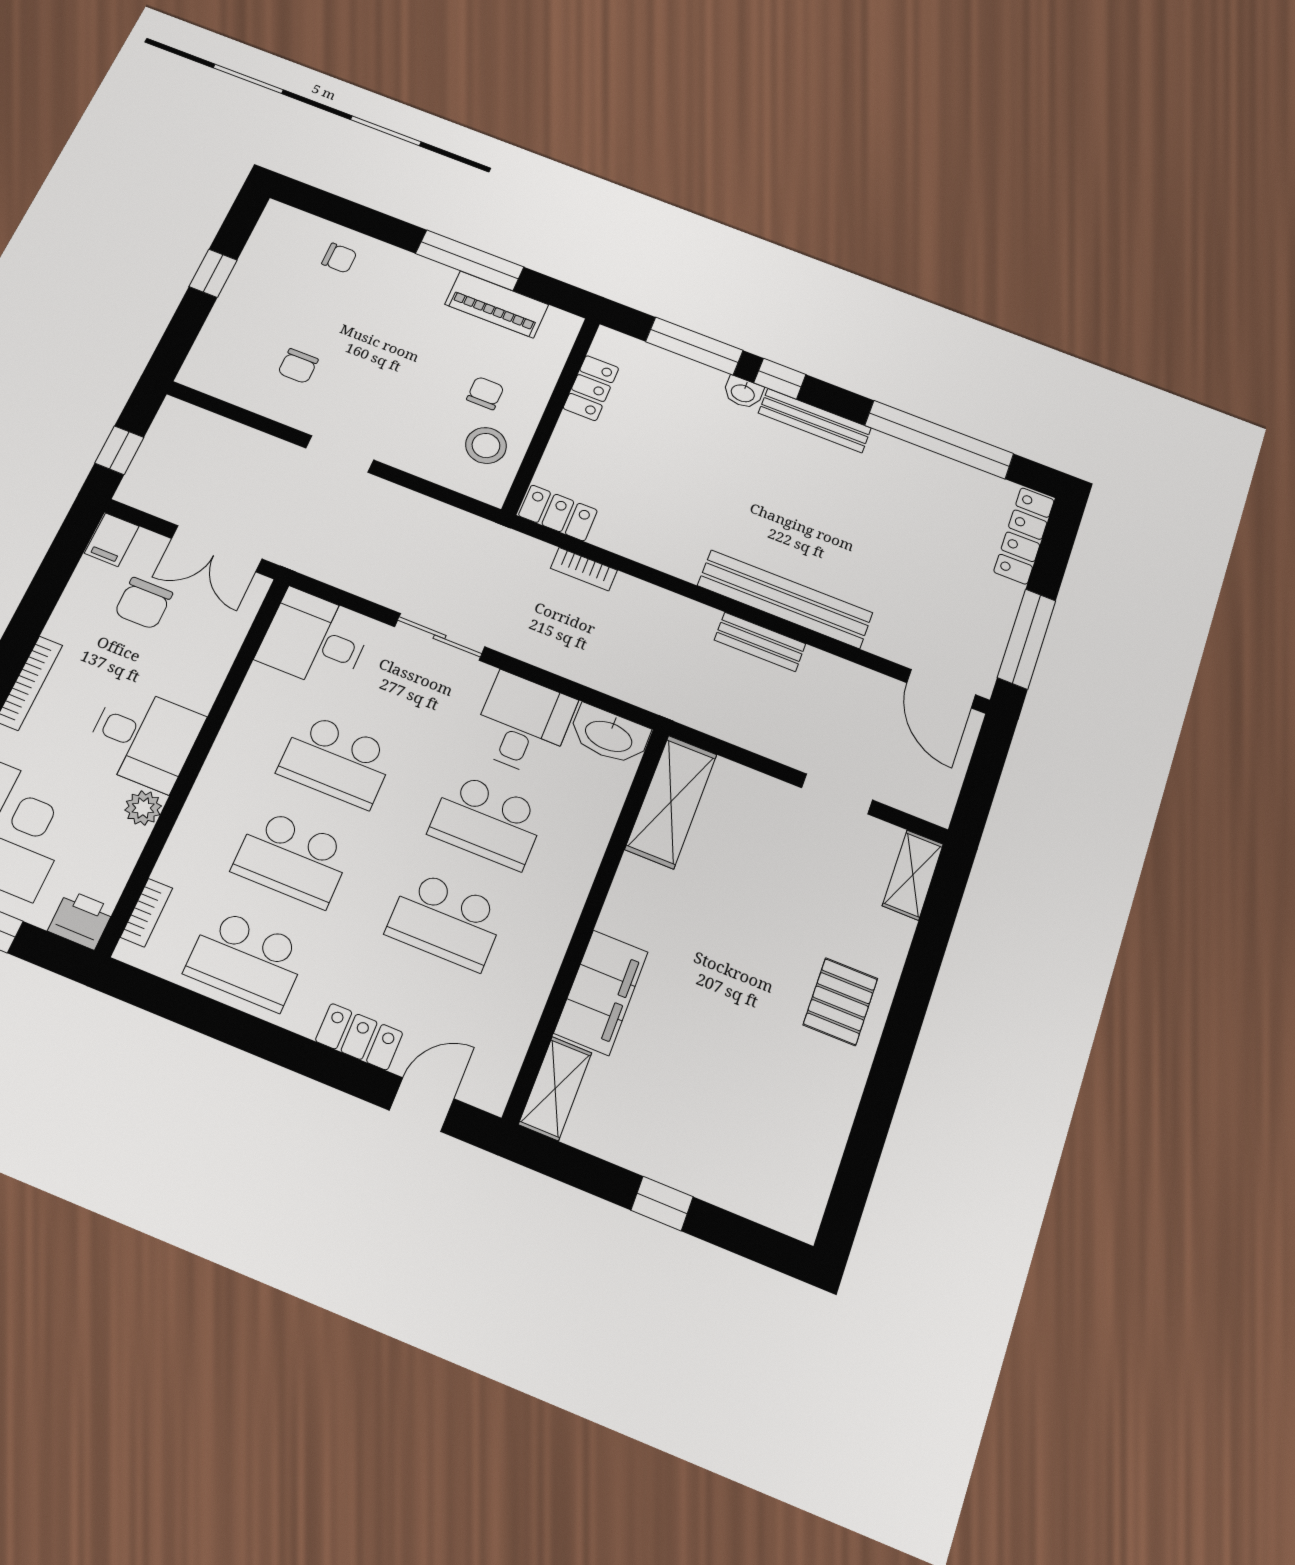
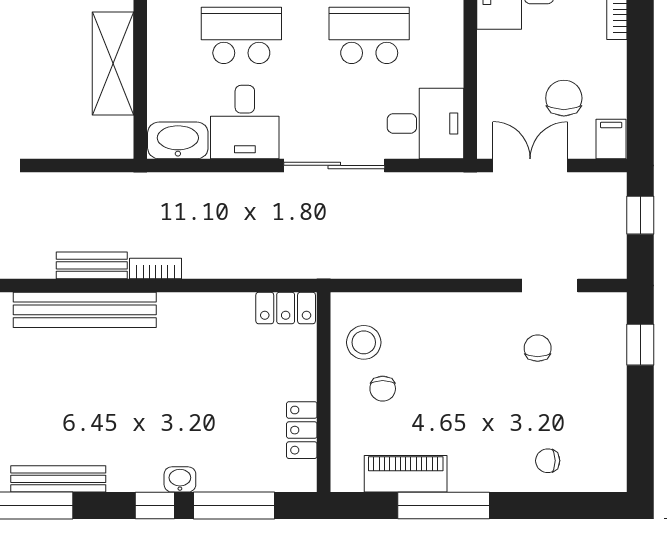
window: (213, 273) -> (640, 345), moved
bench: (815, 421) -> (58, 479), moved
doorway: (340, 454) -> (550, 285), moved
bookcase: (584, 569) -> (156, 268), moved
sliding door: (440, 637) -> (334, 165), width x1.37
shelving: (671, 802) -> (113, 64), moved

